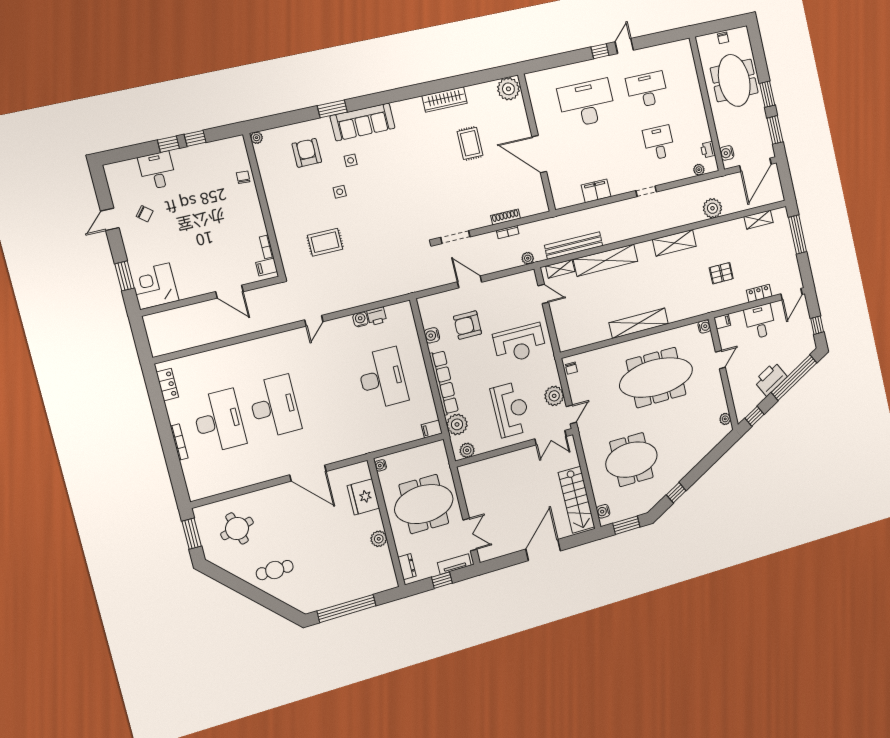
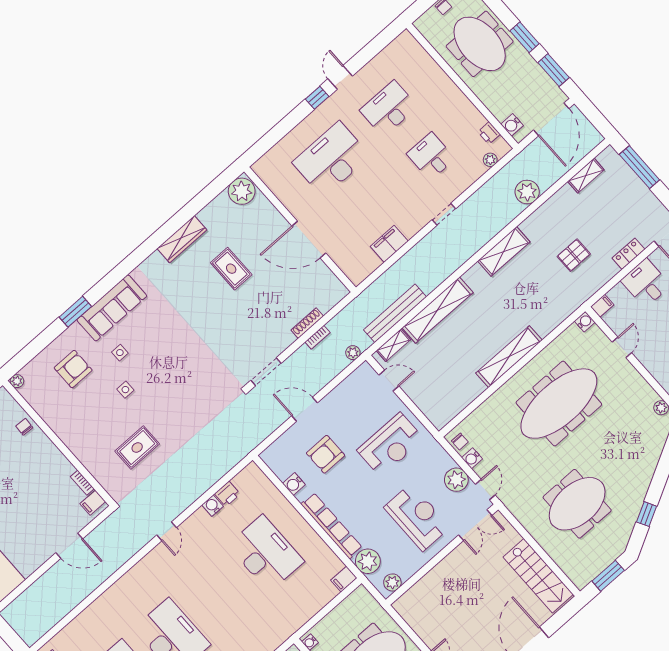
armchair: (307, 153) -> (73, 369), turned 90
water cooler: (603, 511) -> (472, 458), moved

